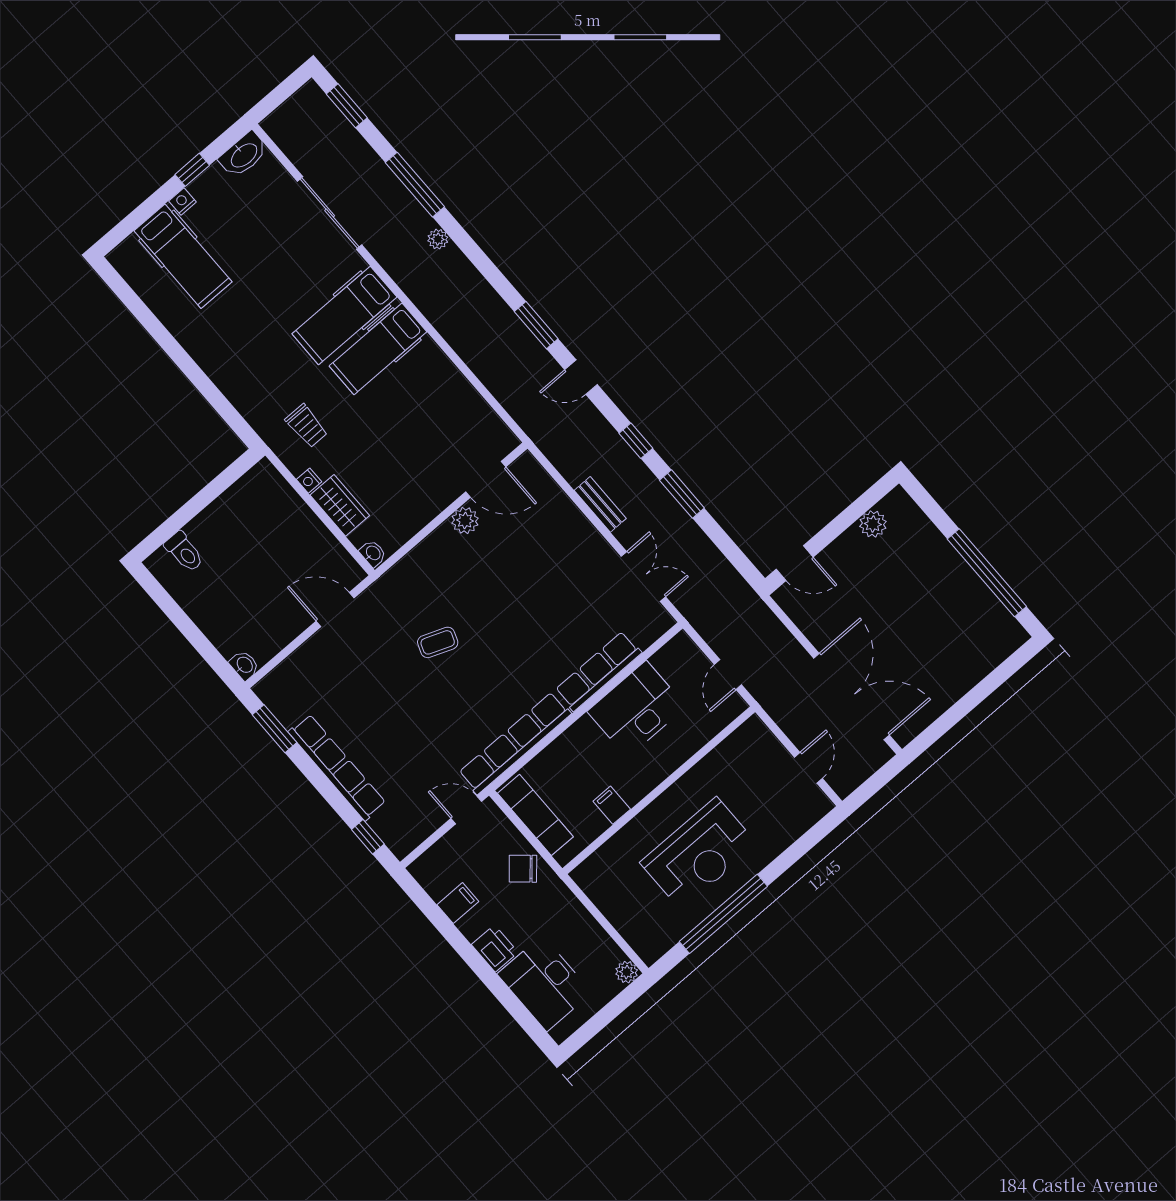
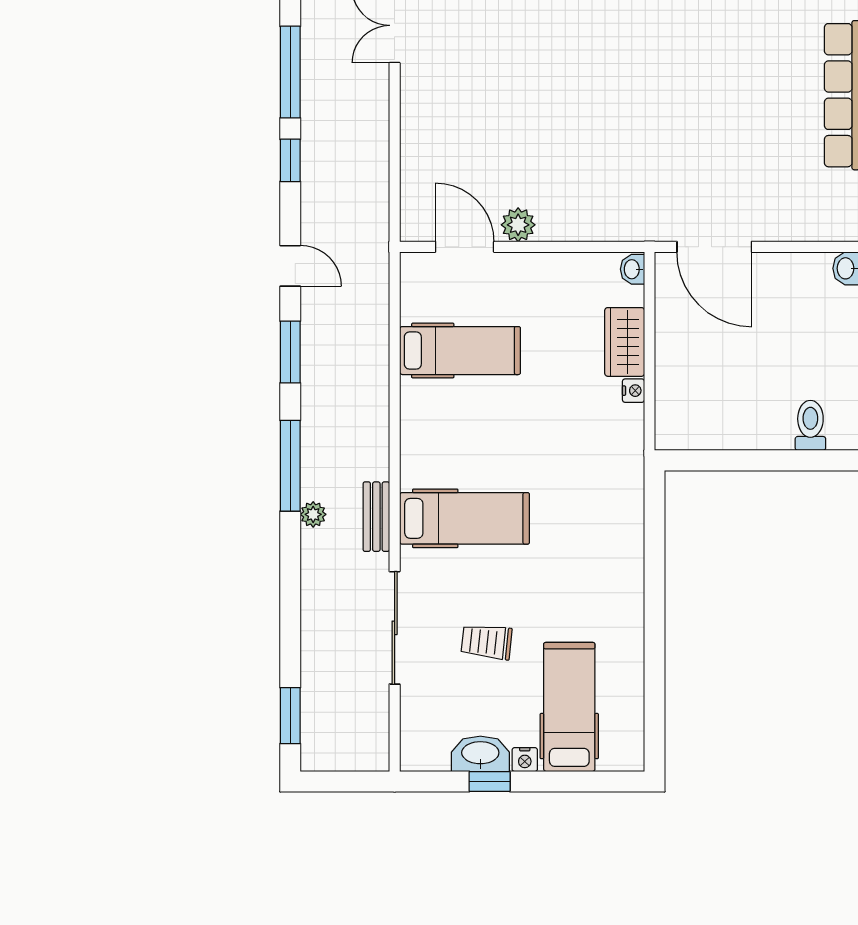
washbasin: (243, 155) -> (480, 754), moved
window: (415, 185) -> (290, 466), moved
hospital bed: (378, 349) -> (460, 351), moved
trolley: (306, 426) -> (487, 642), moved, turned -84
window: (682, 494) -> (290, 72), width x1.44
bench: (600, 504) -> (376, 517), moved
door: (335, 609) -> (714, 247), width x1.36
coffee table: (438, 642) -> (644, 131), removed

